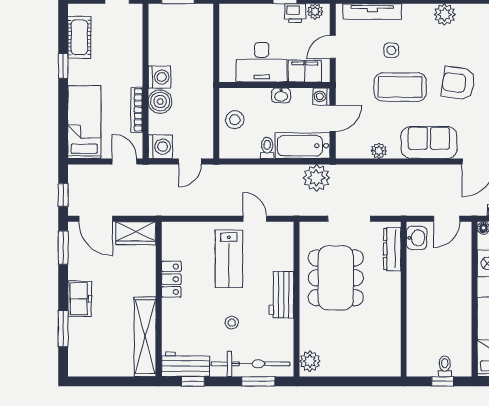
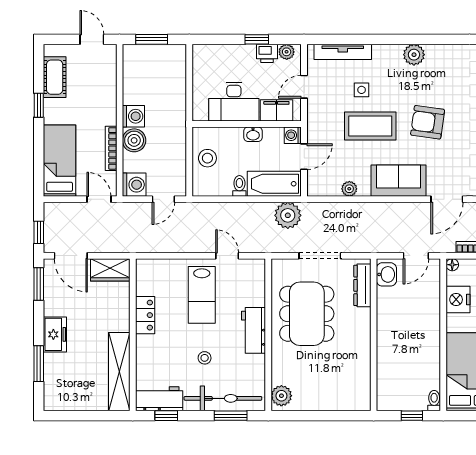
toilet: (445, 366) -> (434, 401), moved

